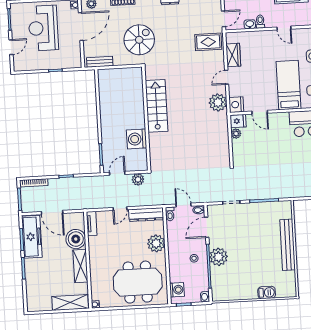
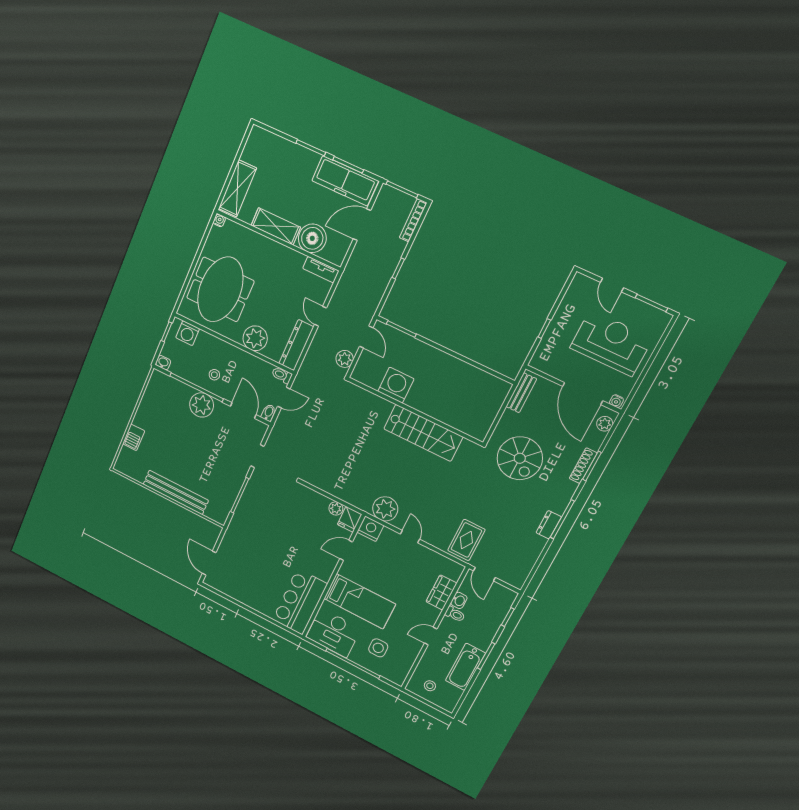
wardrobe: (233, 55) -> (441, 592), moved, turned 90

